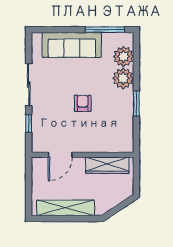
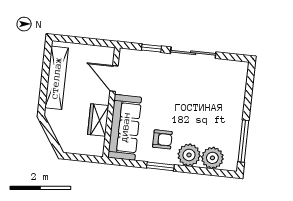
sofa: (72, 45) -> (125, 127), moved, turned 180
armchair: (83, 103) -> (162, 139), moved
wardrobe: (107, 165) -> (98, 120), width x0.67

